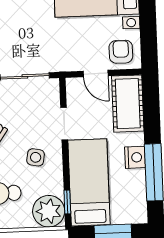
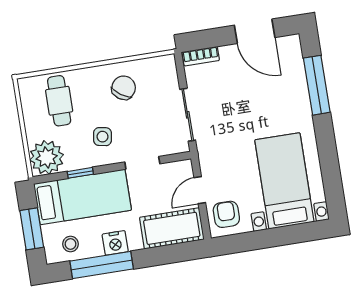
armchair: (121, 52) -> (226, 214), turned -90
stool: (131, 199) -> (70, 244), added
window: (67, 202) -> (80, 173), moved

